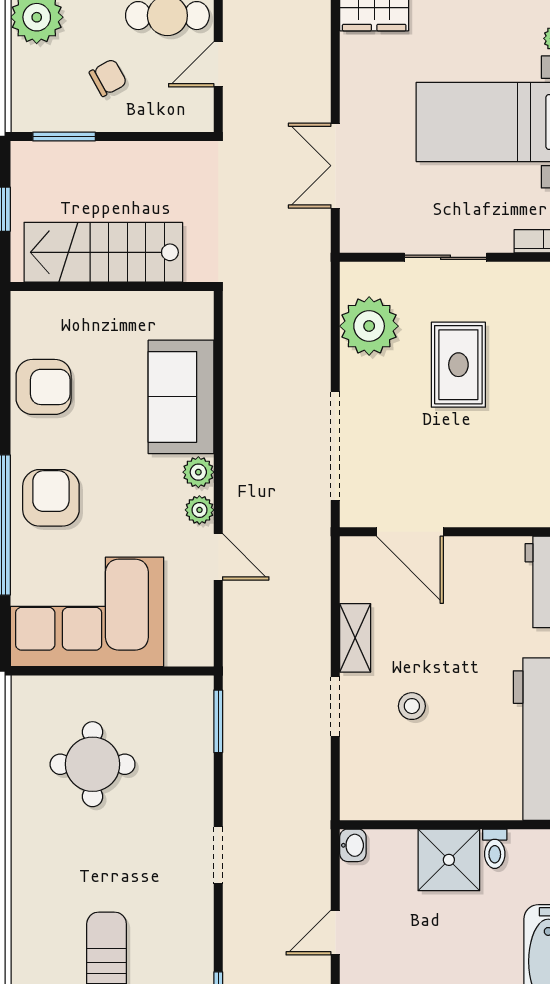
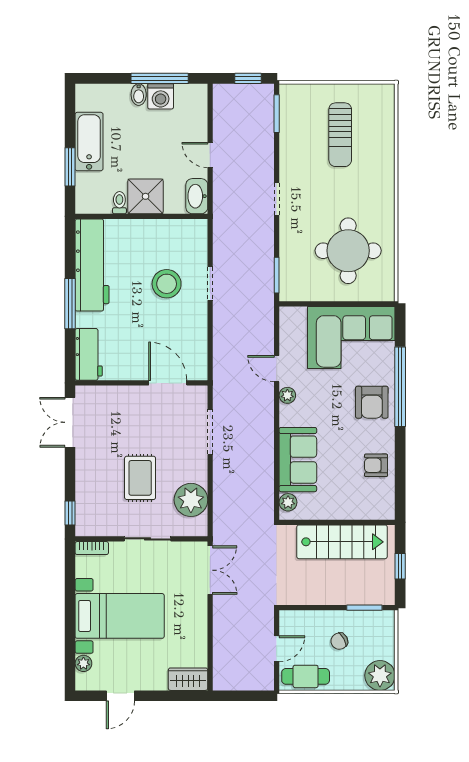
double door: (335, 166) -> (210, 570), moved
armchair: (44, 387) -> (376, 465), width x0.72, depth x0.72
doorway: (335, 446) -> (210, 432), width x0.73
plant: (198, 472) -> (288, 502), moved
shelving: (355, 638) -> (199, 323), removed
stool: (412, 706) -> (167, 284), width x1.89, depth x1.89
round table: (93, 764) -> (348, 251), width x1.36, depth x1.36
washbasin: (353, 845) -> (197, 196), width x1.91, depth x1.45
door: (335, 933) -> (210, 155), swing flipped

